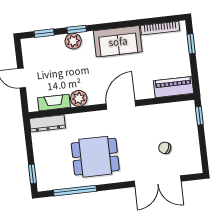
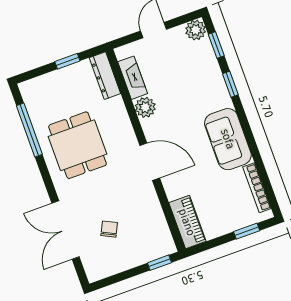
plant: (73, 41) -> (196, 30), moved
window: (32, 174) -> (67, 61), moved

